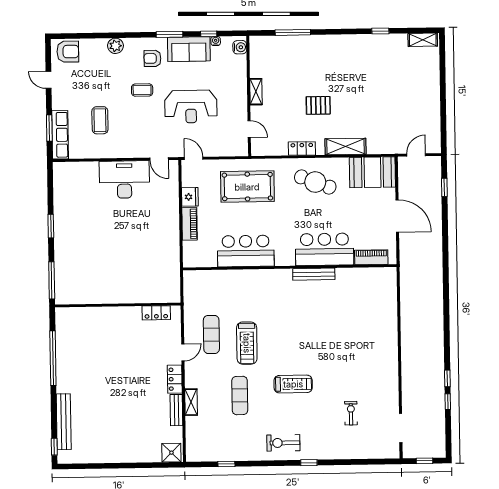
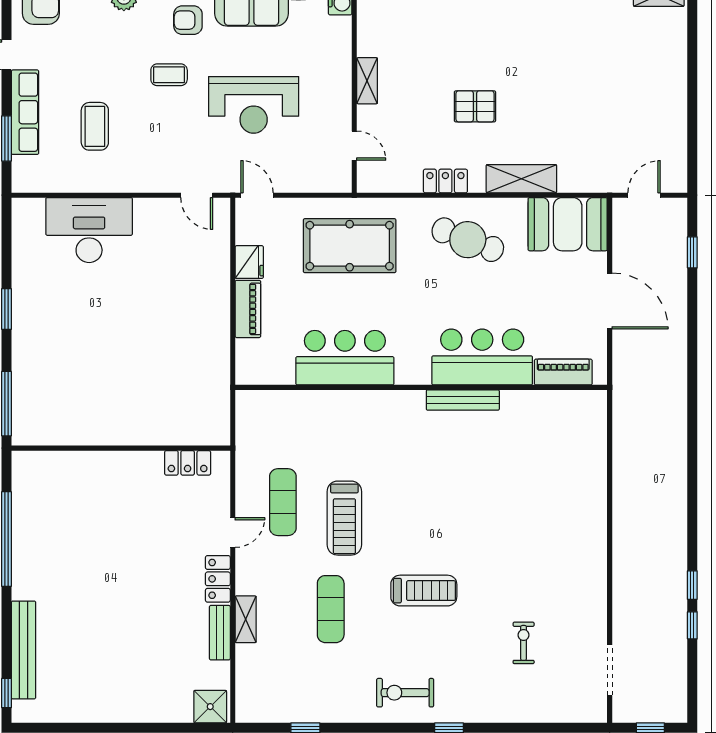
row of seats: (60, 135) -> (25, 112), moved
desk: (124, 180) -> (89, 230), moved

